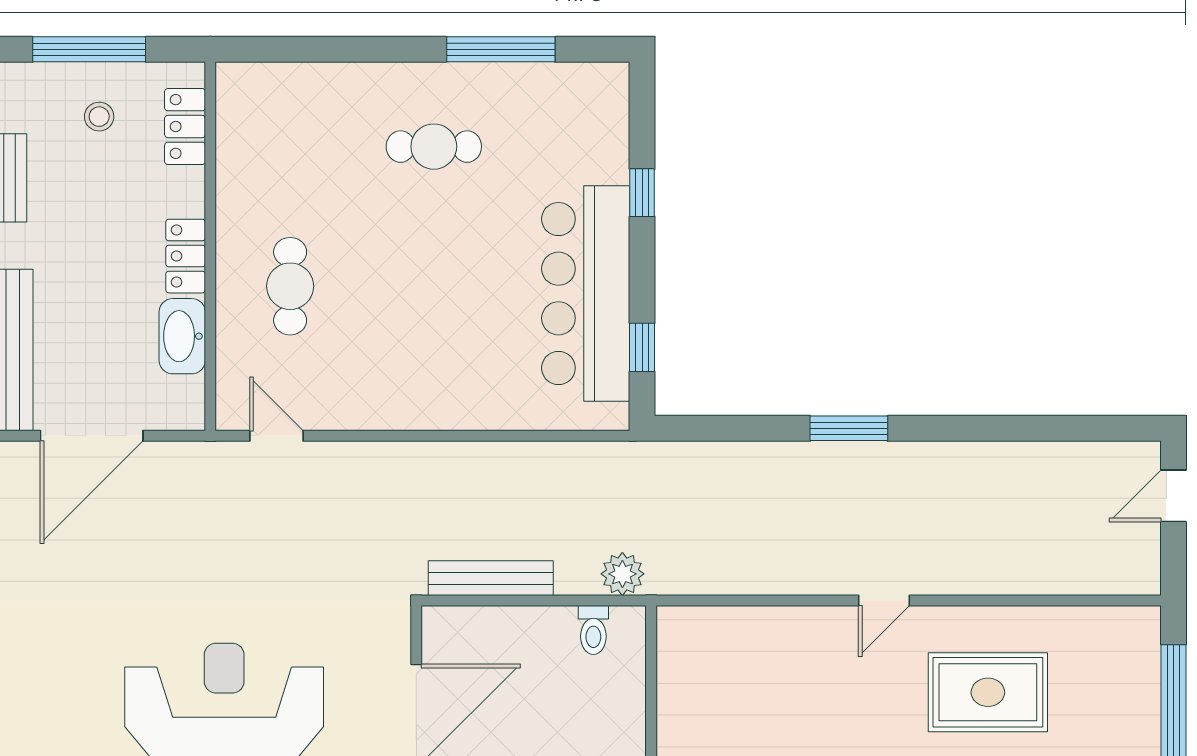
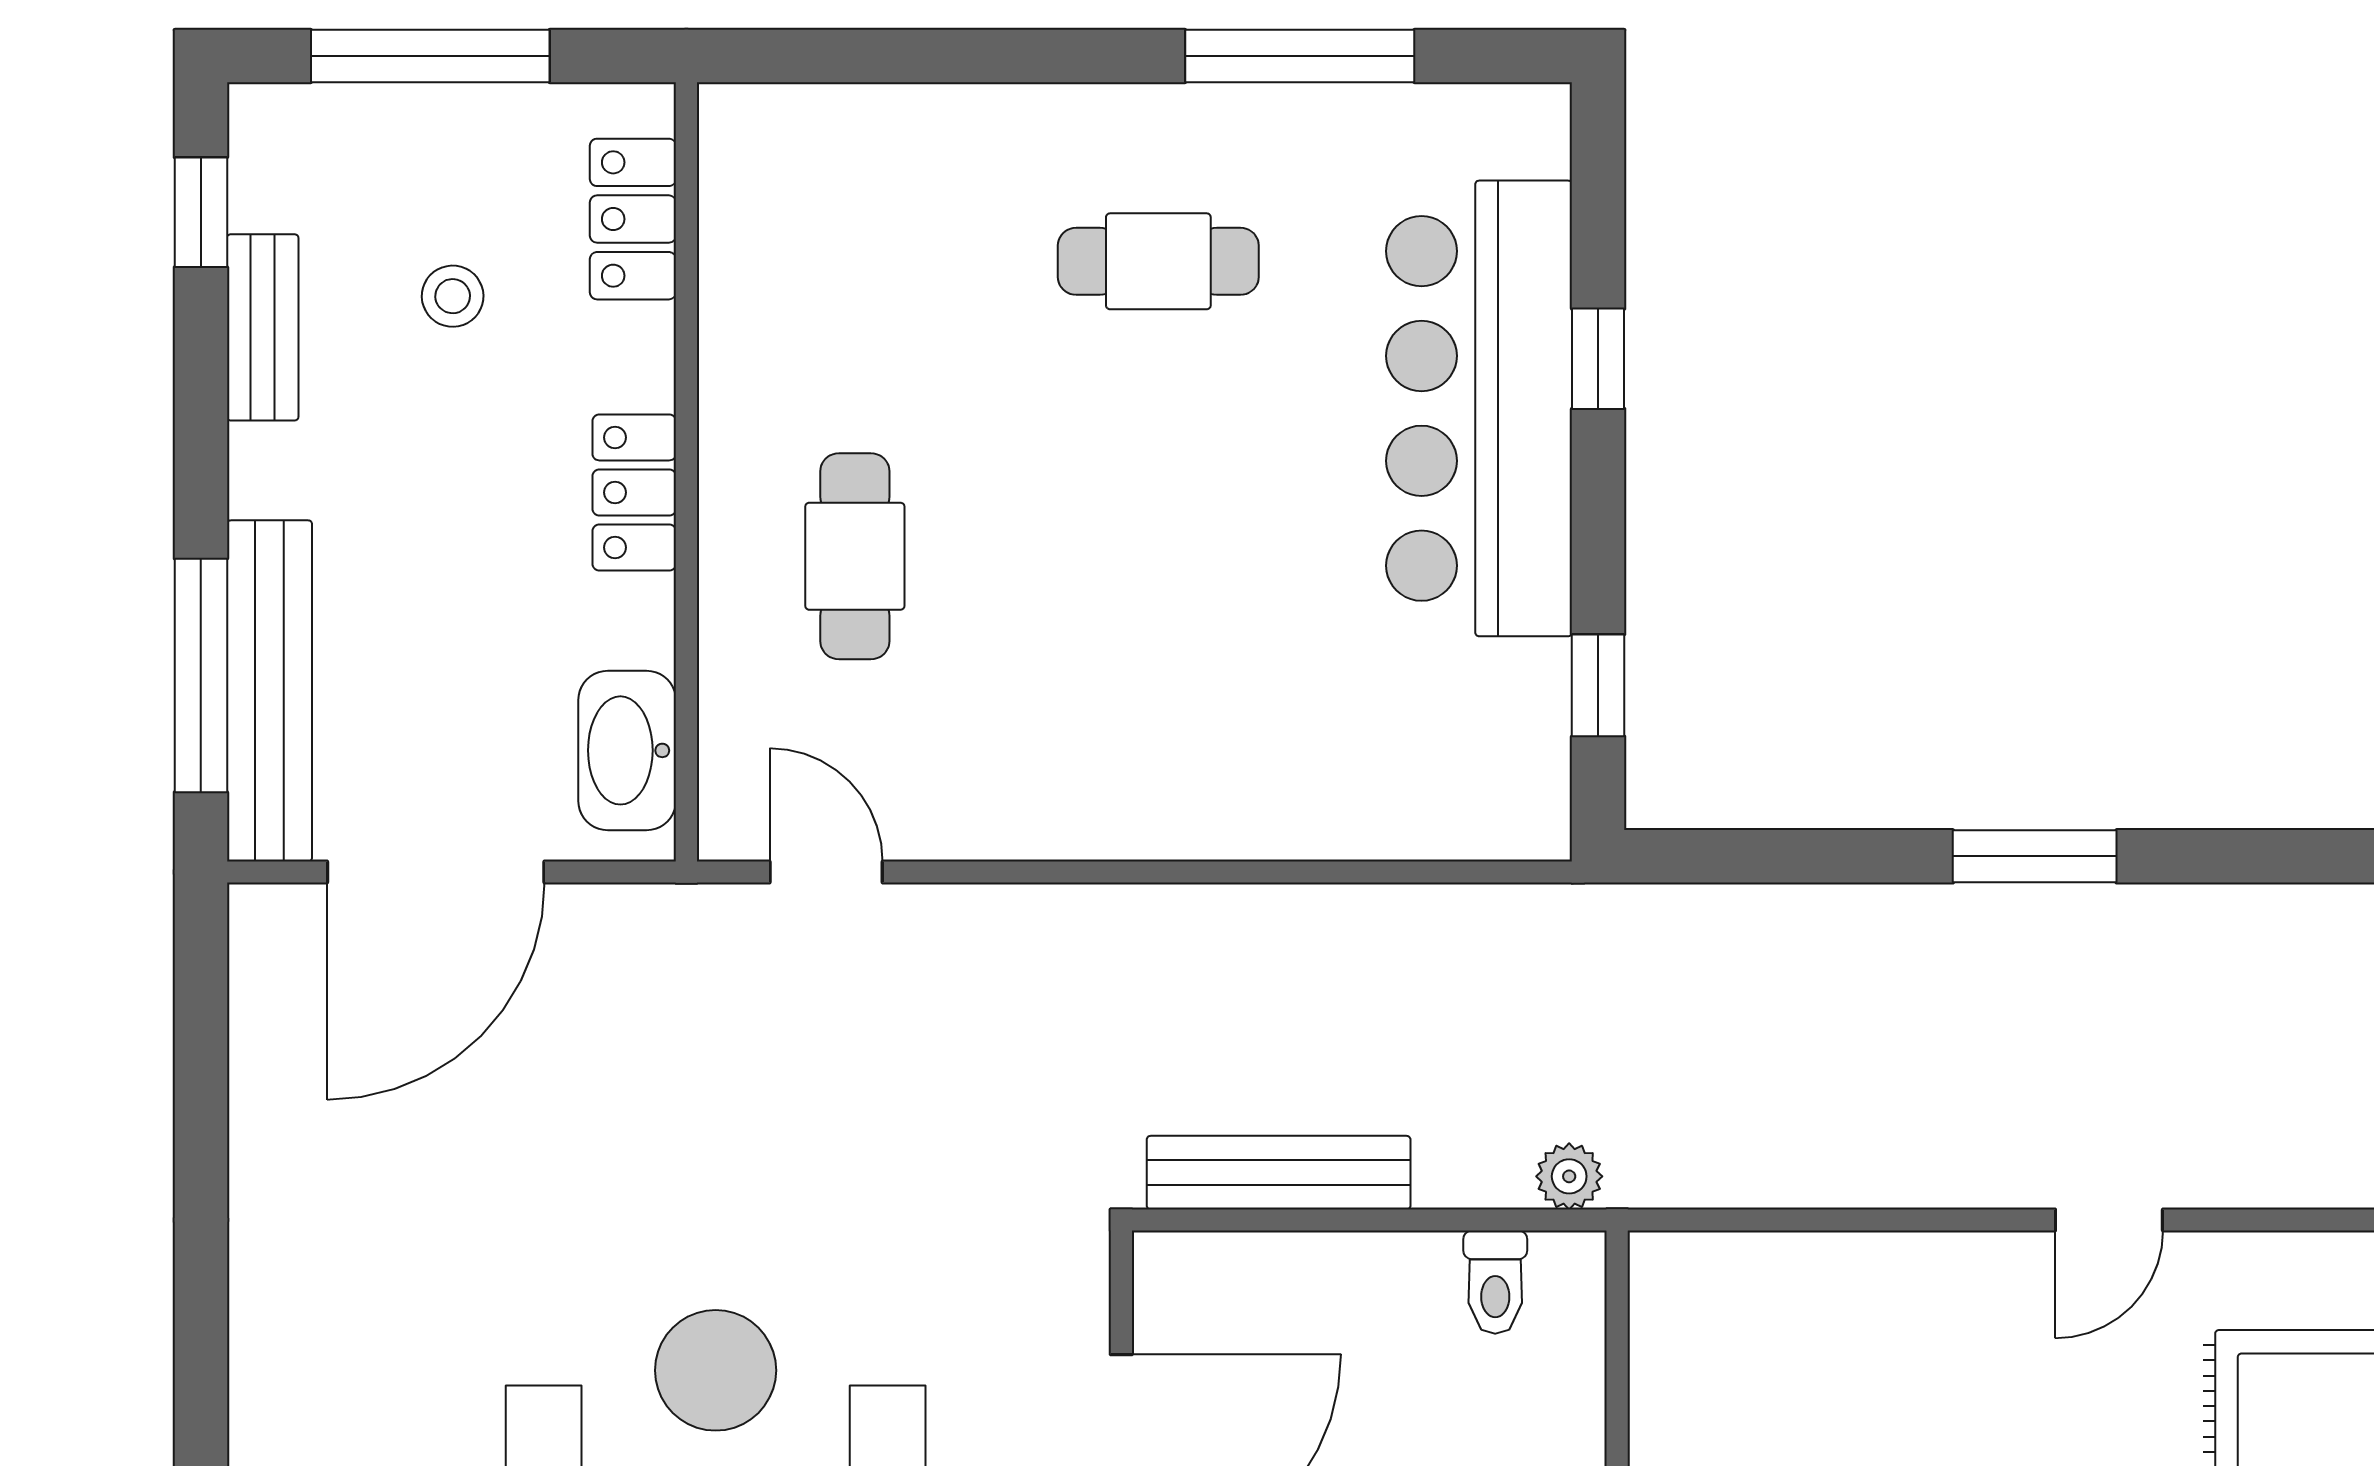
stool: (99, 117) -> (453, 296), moved
bar counter: (586, 294) -> (1479, 408), moved
washbasin: (182, 336) -> (627, 750), moved
plant: (622, 574) -> (1569, 1176), width x0.73, depth x0.73

